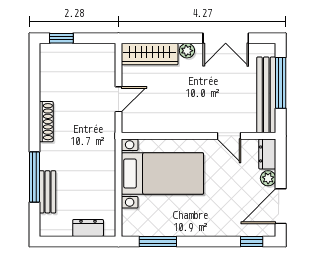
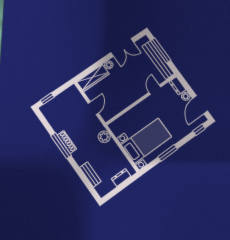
door: (229, 136) -> (155, 90), swing flipped
plant: (105, 152) -> (104, 137), added
bed with nightstands: (162, 173) -> (147, 141), moved
window: (34, 177) -> (61, 146), moved
window: (158, 241) -> (168, 153), moved

